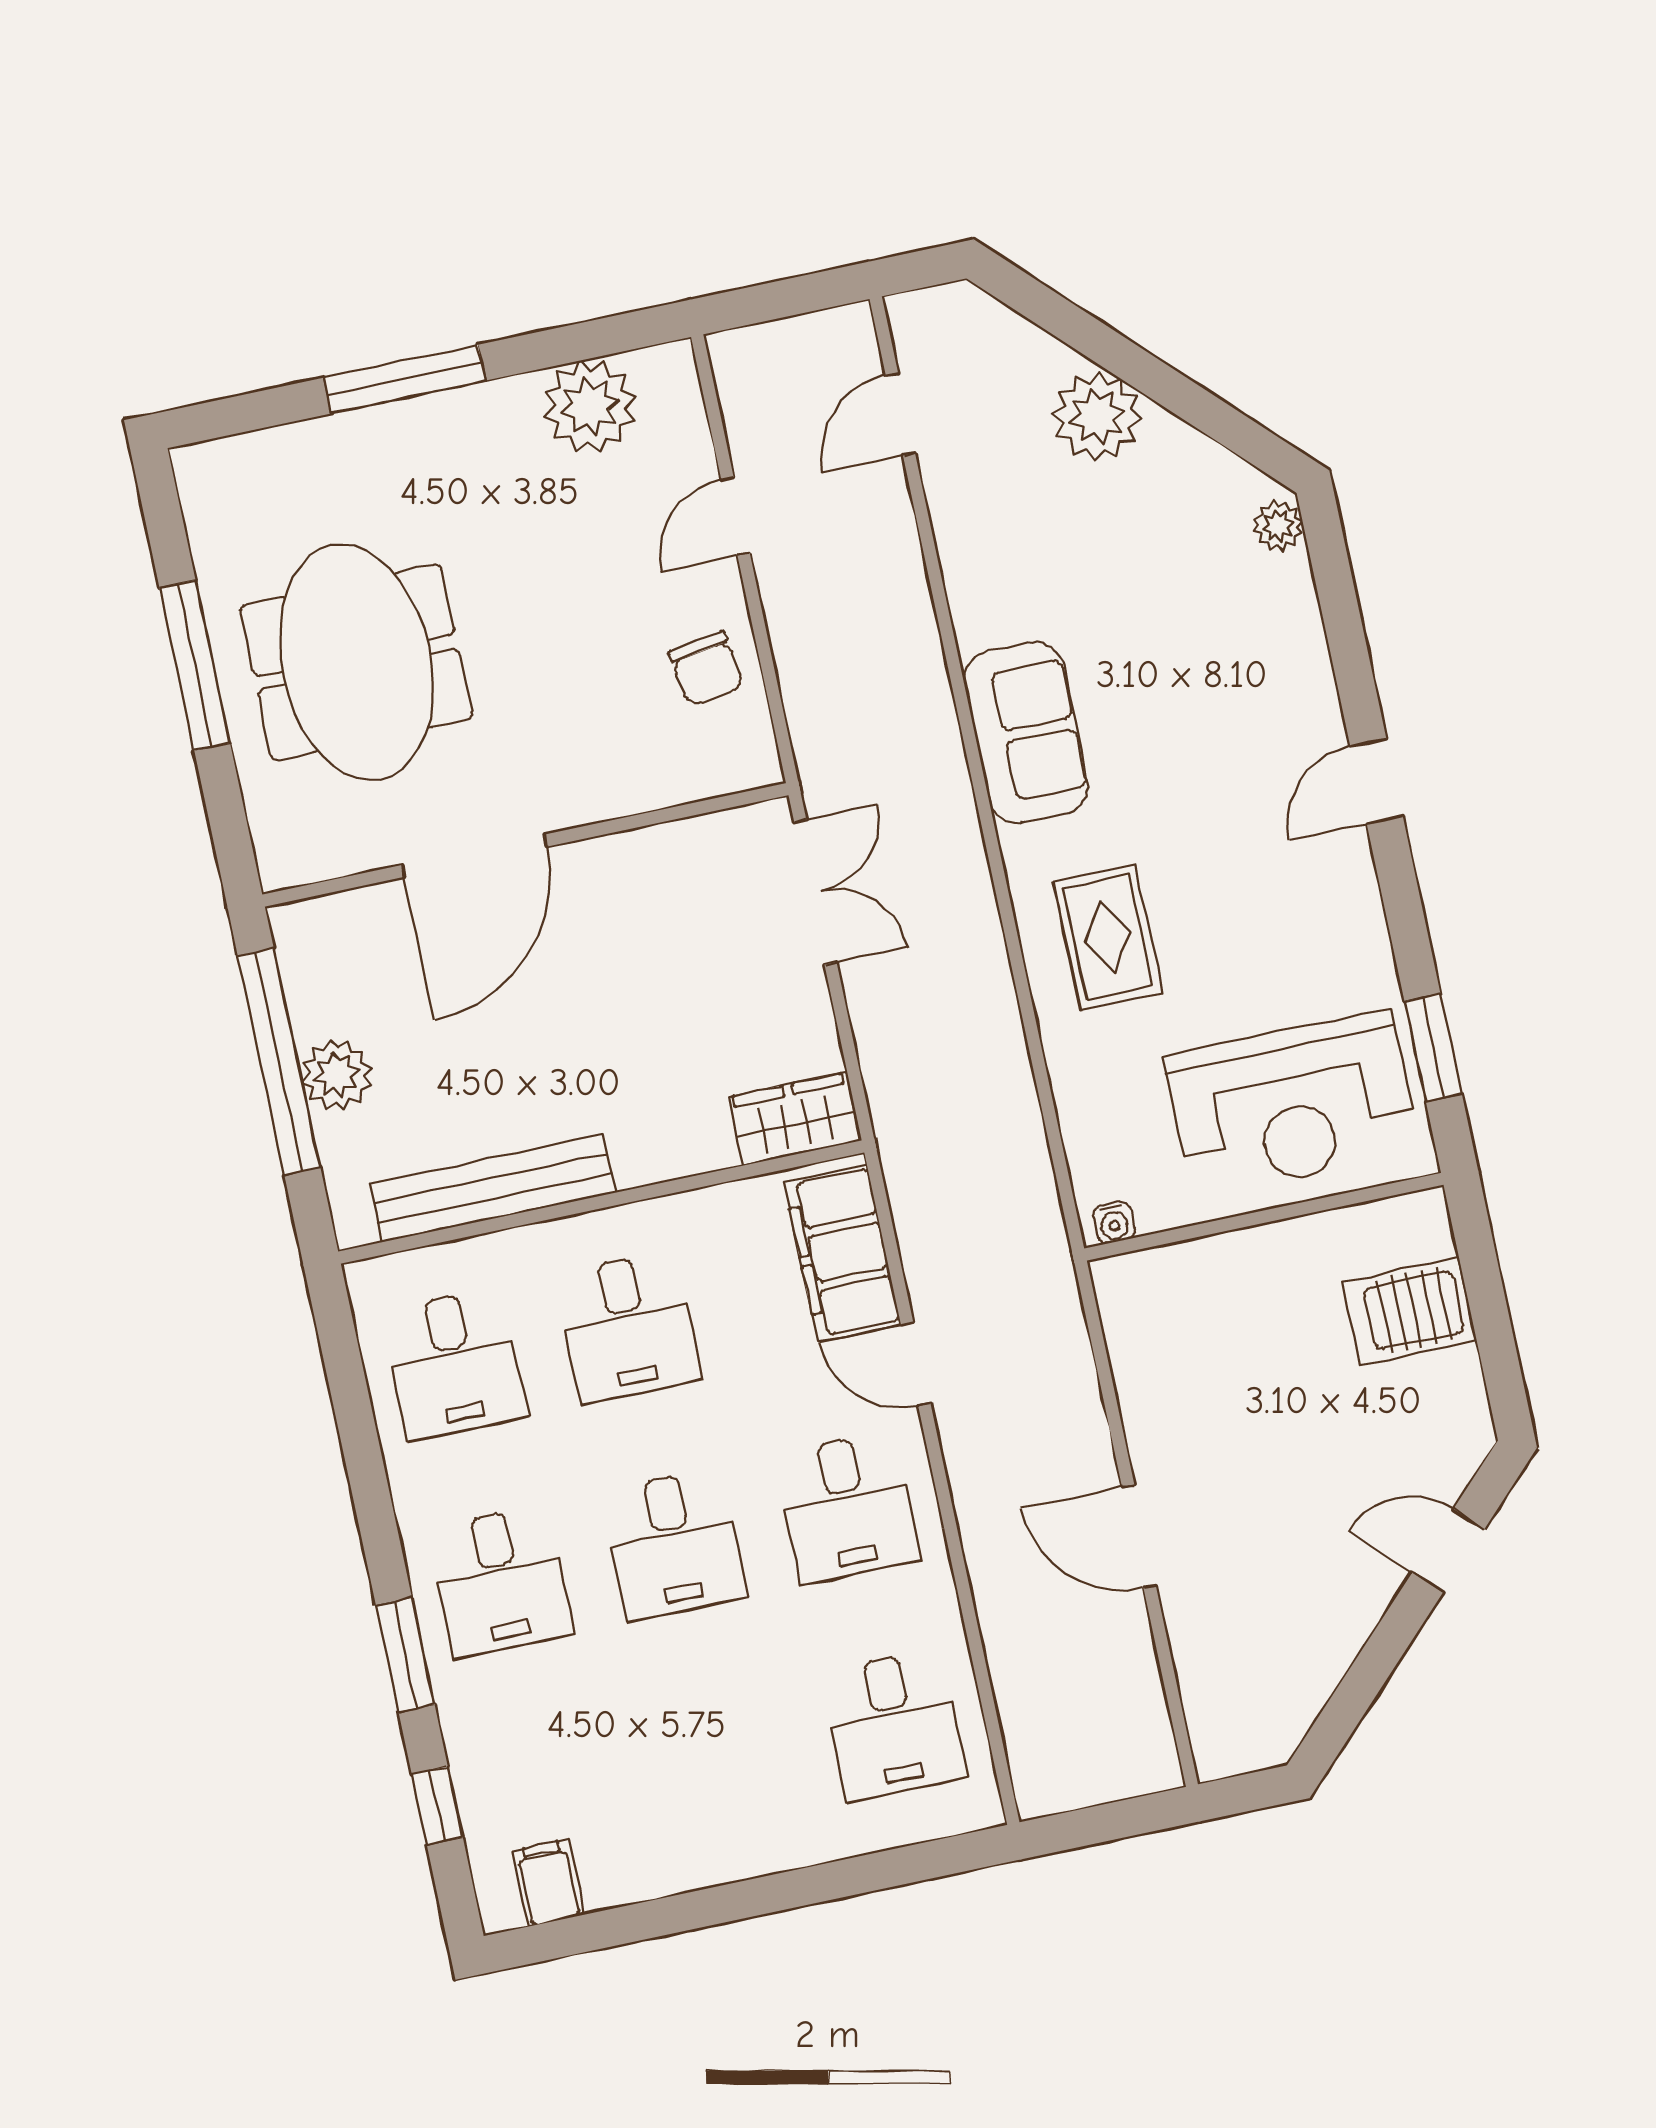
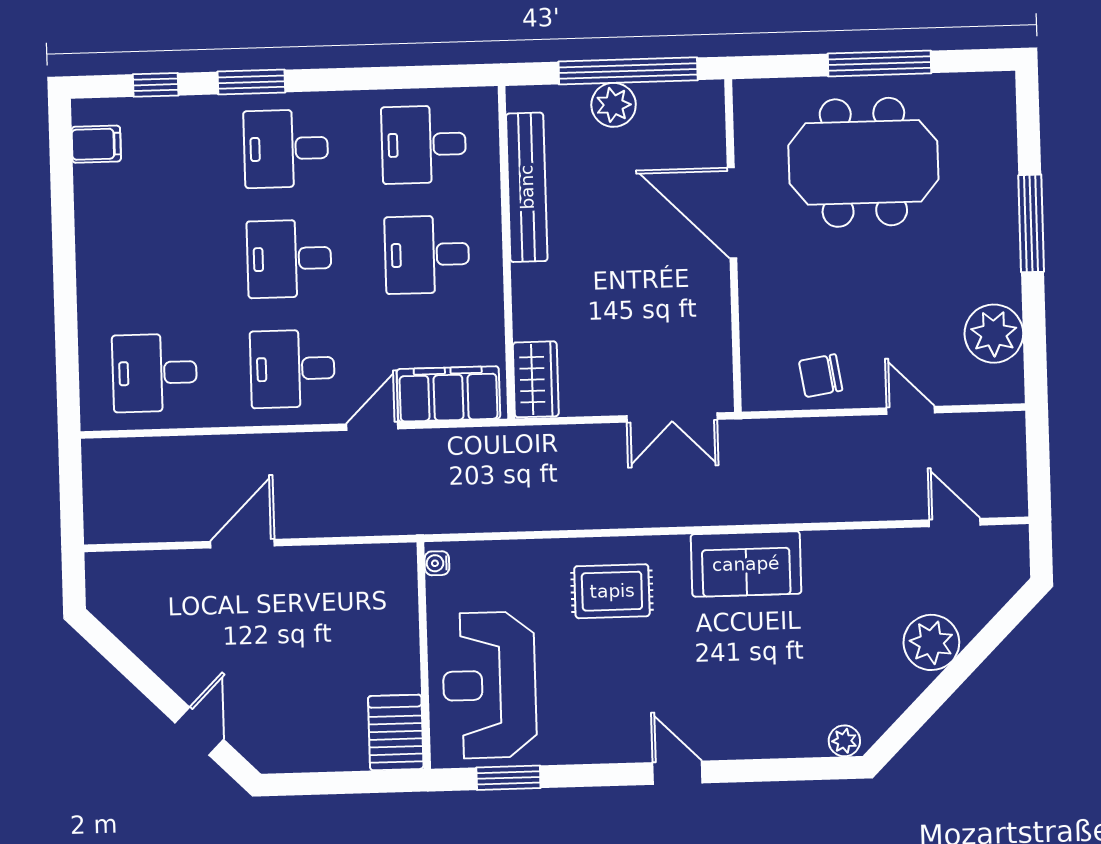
server rack: (1409, 1311) -> (396, 733), moved

